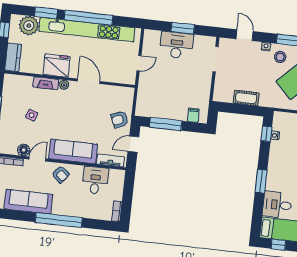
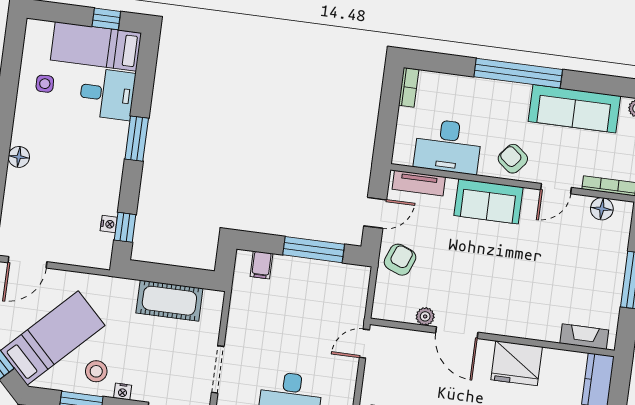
door: (139, 63) -> (364, 344), moved
fireplace: (46, 83) -> (584, 337), moved
plant: (64, 85) -> (425, 316), moved
cot: (246, 98) -> (169, 301), width x1.37, depth x1.34
side table: (32, 115) -> (565, 271), removed
armchair: (120, 120) -> (400, 260), turned -47
floor lamp: (24, 150) -> (602, 209), moved
sofa: (73, 151) -> (488, 201), width x0.73
desk: (95, 180) -> (448, 146), width x1.37

